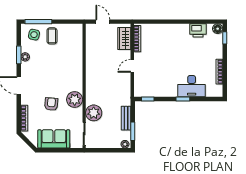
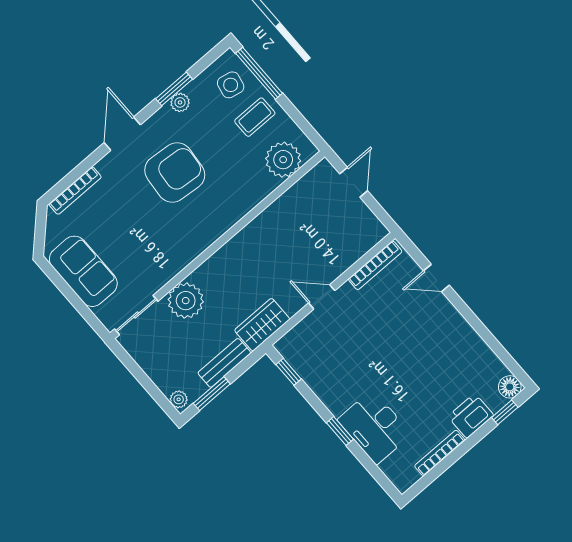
door: (159, 22) -> (436, 278), added
printer: (198, 30) -> (471, 416), moved, turned 90
wardrobe: (124, 39) -> (262, 325), moved
plant: (75, 100) -> (283, 160), moved
armchair: (51, 104) -> (175, 173), moved, width x1.88, depth x1.88

